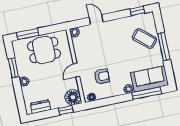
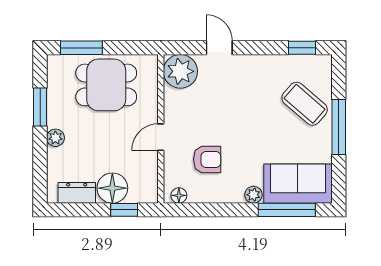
plant: (75, 32) -> (180, 71), width x1.88, depth x1.88
floor lamp: (73, 97) -> (112, 188), moved

